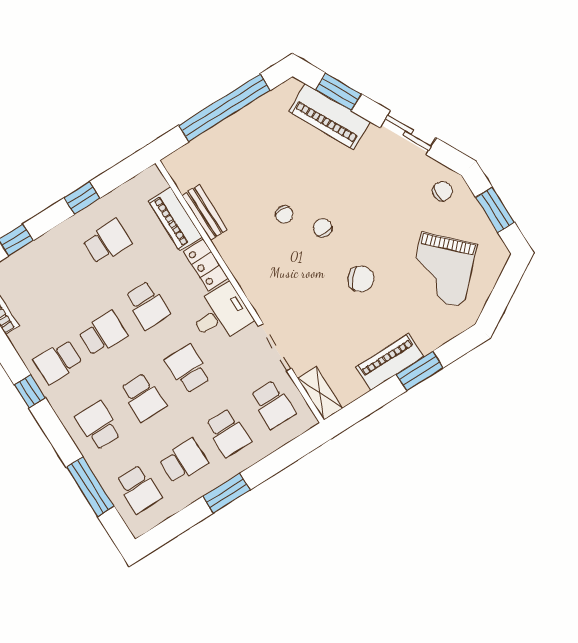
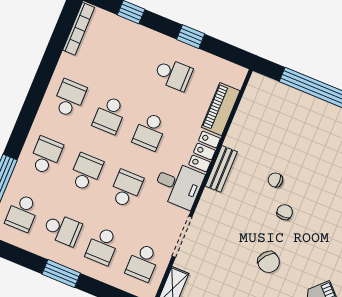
bench: (205, 213) -> (221, 169), moved
chair: (284, 215) -> (275, 180), turned 90
school desk: (103, 333) -> (110, 115), turned 90
school desk: (58, 362) -> (69, 98), turned 90
window: (30, 391) -> (36, 93), removed
school desk: (143, 397) -> (86, 172), turned 180

